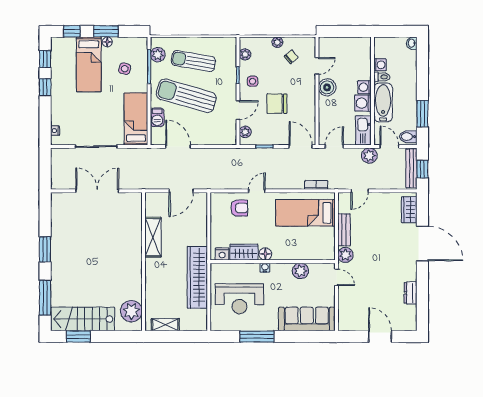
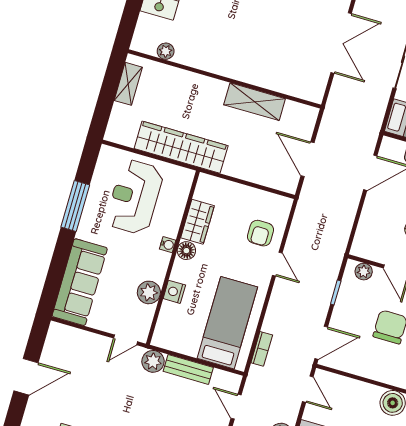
nightstand: (222, 254) -> (174, 292), moved
plant: (131, 311) -> (166, 51), width x0.53, depth x0.53

